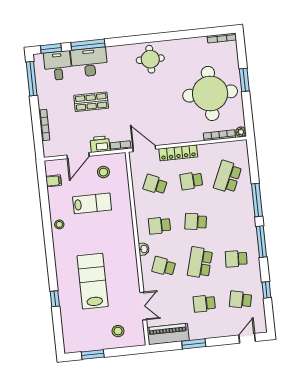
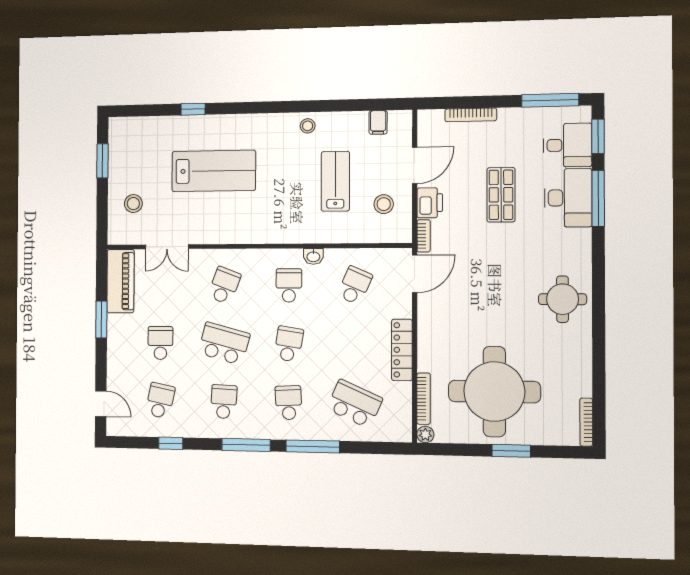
locker: (178, 153) -> (402, 350), moved
door: (78, 156) -> (415, 165), swing flipped
school desk: (191, 181) -> (289, 403), moved
lab bench: (92, 203) -> (335, 181), turned 180
washbasin: (144, 249) -> (313, 256), moved

